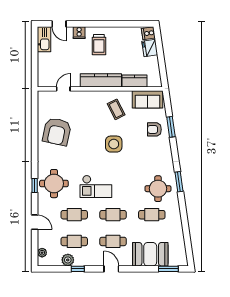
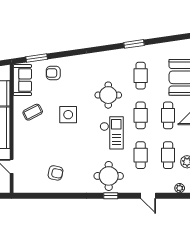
window: (171, 127) -> (37, 58), moved
armchair: (154, 129) -> (53, 73), turned 90
armchair: (57, 132) -> (56, 173), width x0.53, depth x0.53
window: (179, 182) -> (134, 44), moved
round table: (158, 189) -> (108, 95), moved
door: (35, 222) -> (148, 196), swing flipped

